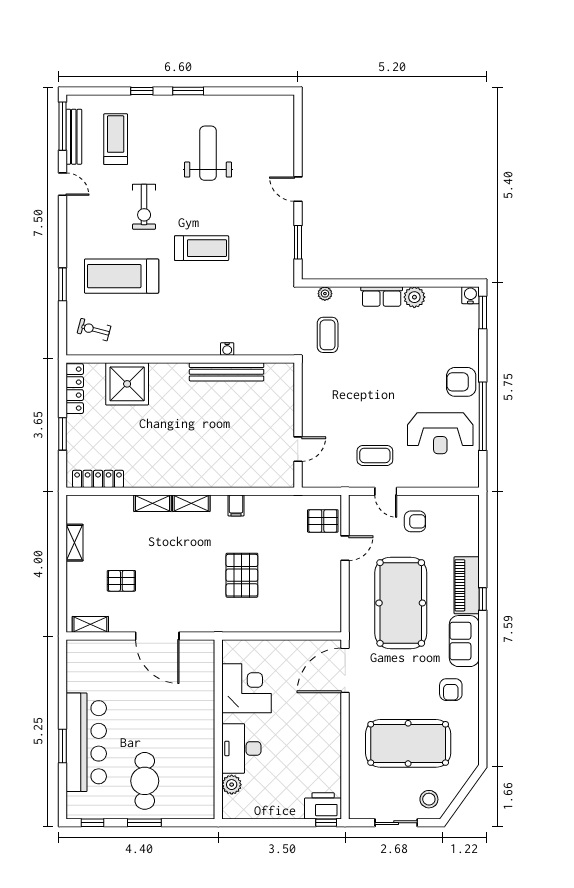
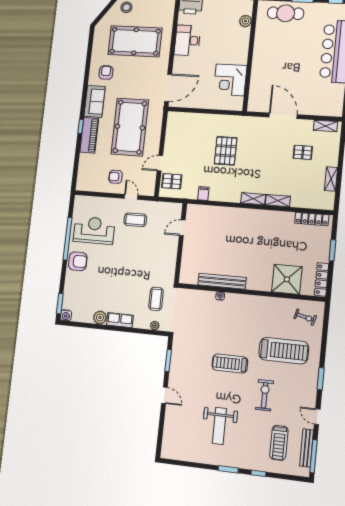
window: (62, 284) -> (321, 379), moved
filing cabinet: (236, 505) -> (203, 193), moved
desk: (241, 748) -> (187, 40), moved, turned 180
cafe table: (145, 781) -> (286, 13), moved, turned 90

